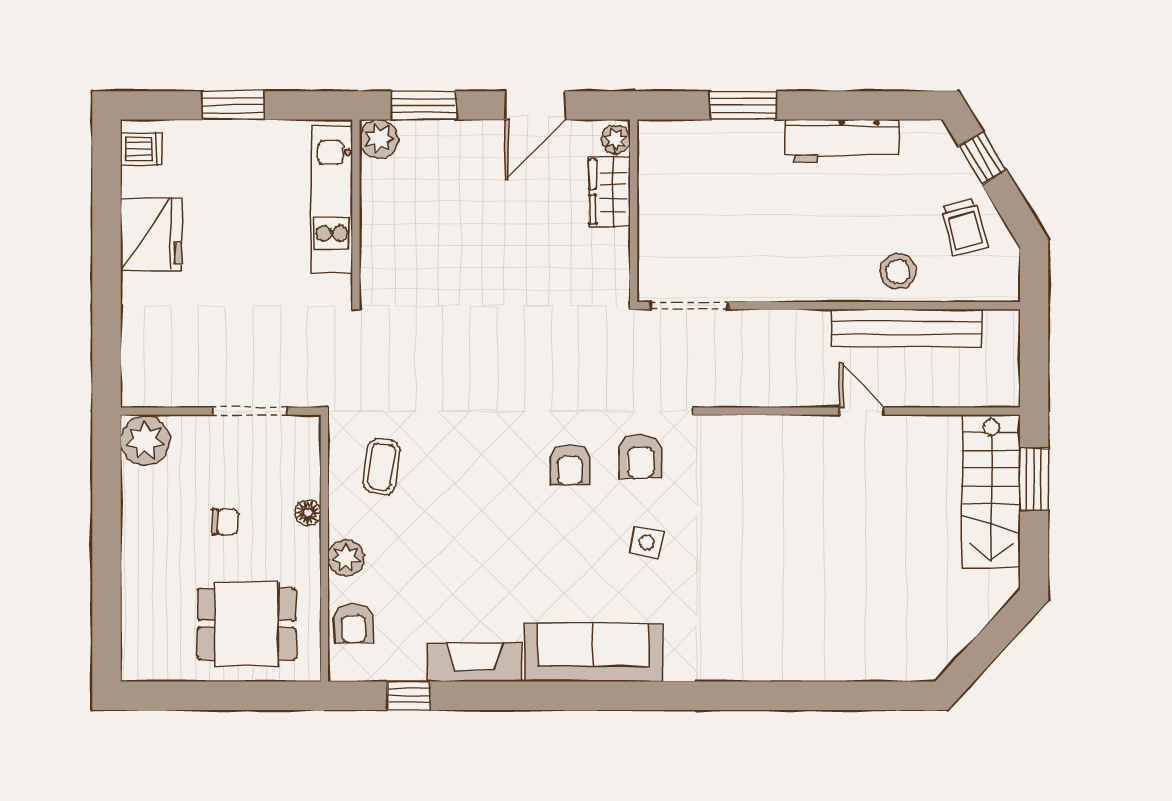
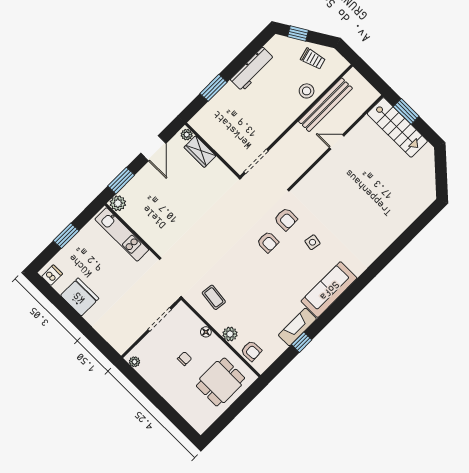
plant: (145, 441) -> (135, 362), width x0.53, depth x0.53
window: (409, 696) -> (302, 342), moved

